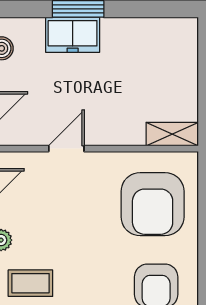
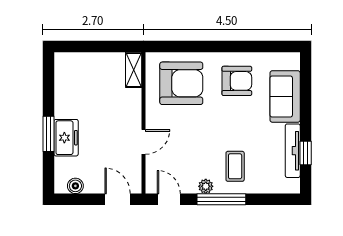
door: (66, 149) -> (144, 142), swing flipped

